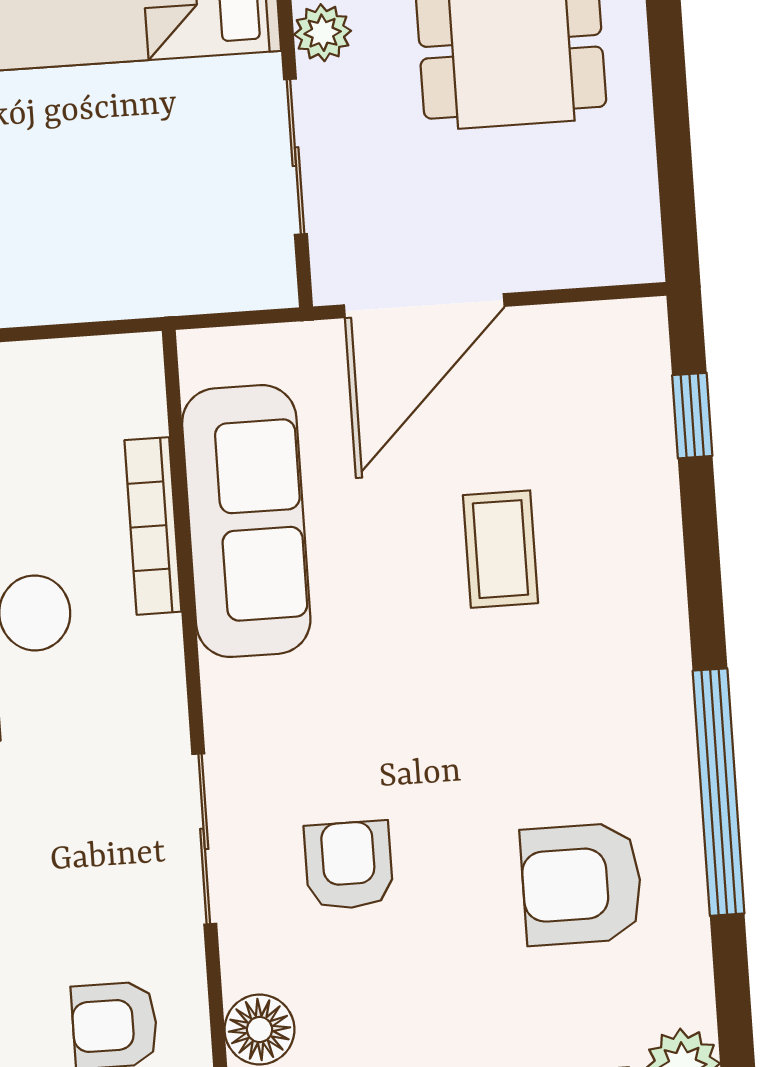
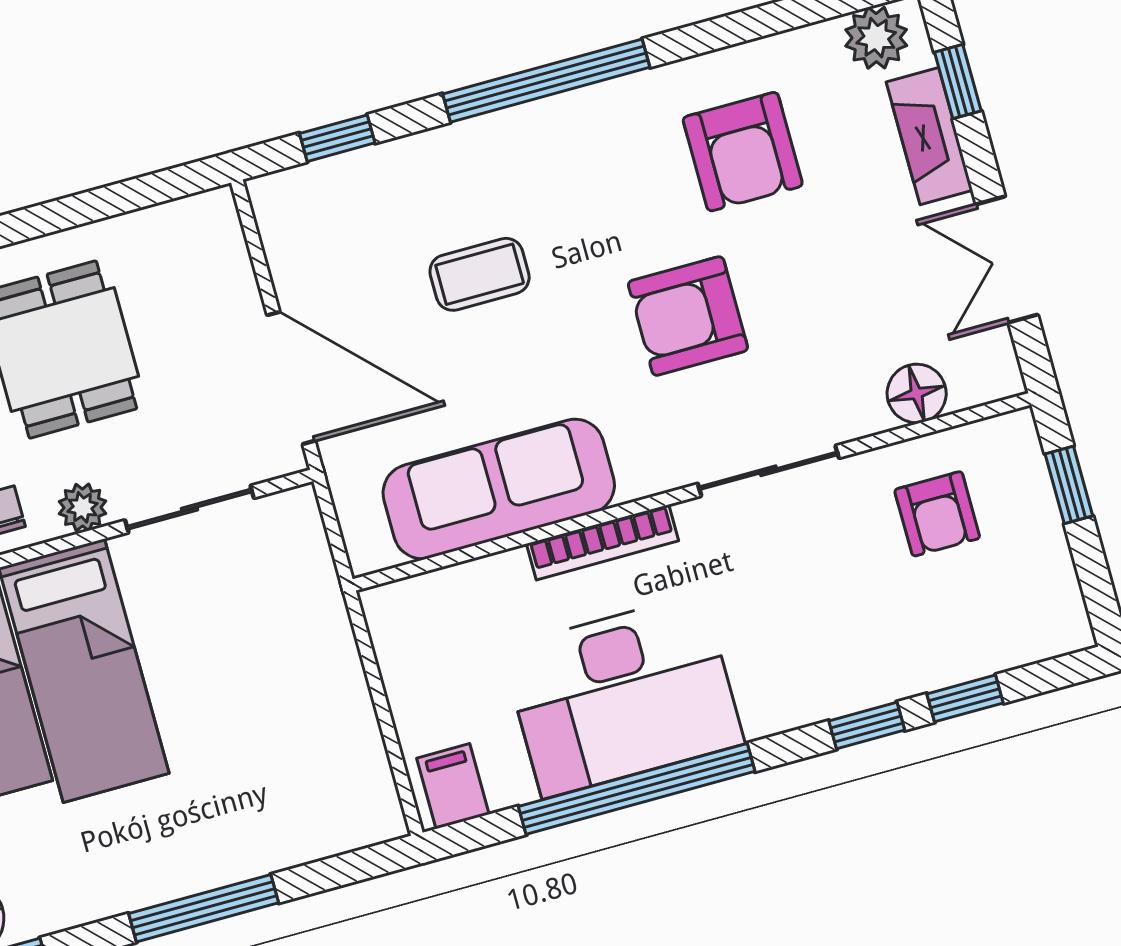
bookcase: (153, 526) -> (602, 542), moved
window: (719, 792) -> (546, 81), moved
armchair: (349, 865) -> (688, 316), moved, width x1.38, depth x1.38

